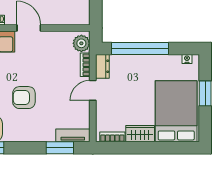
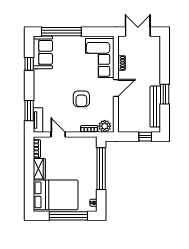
dresser: (102, 66) -> (88, 141), removed
door: (93, 90) -> (58, 134), moved
window: (205, 93) -> (68, 216), width x2.11
armchair: (24, 98) -> (81, 99), moved, turned 180

